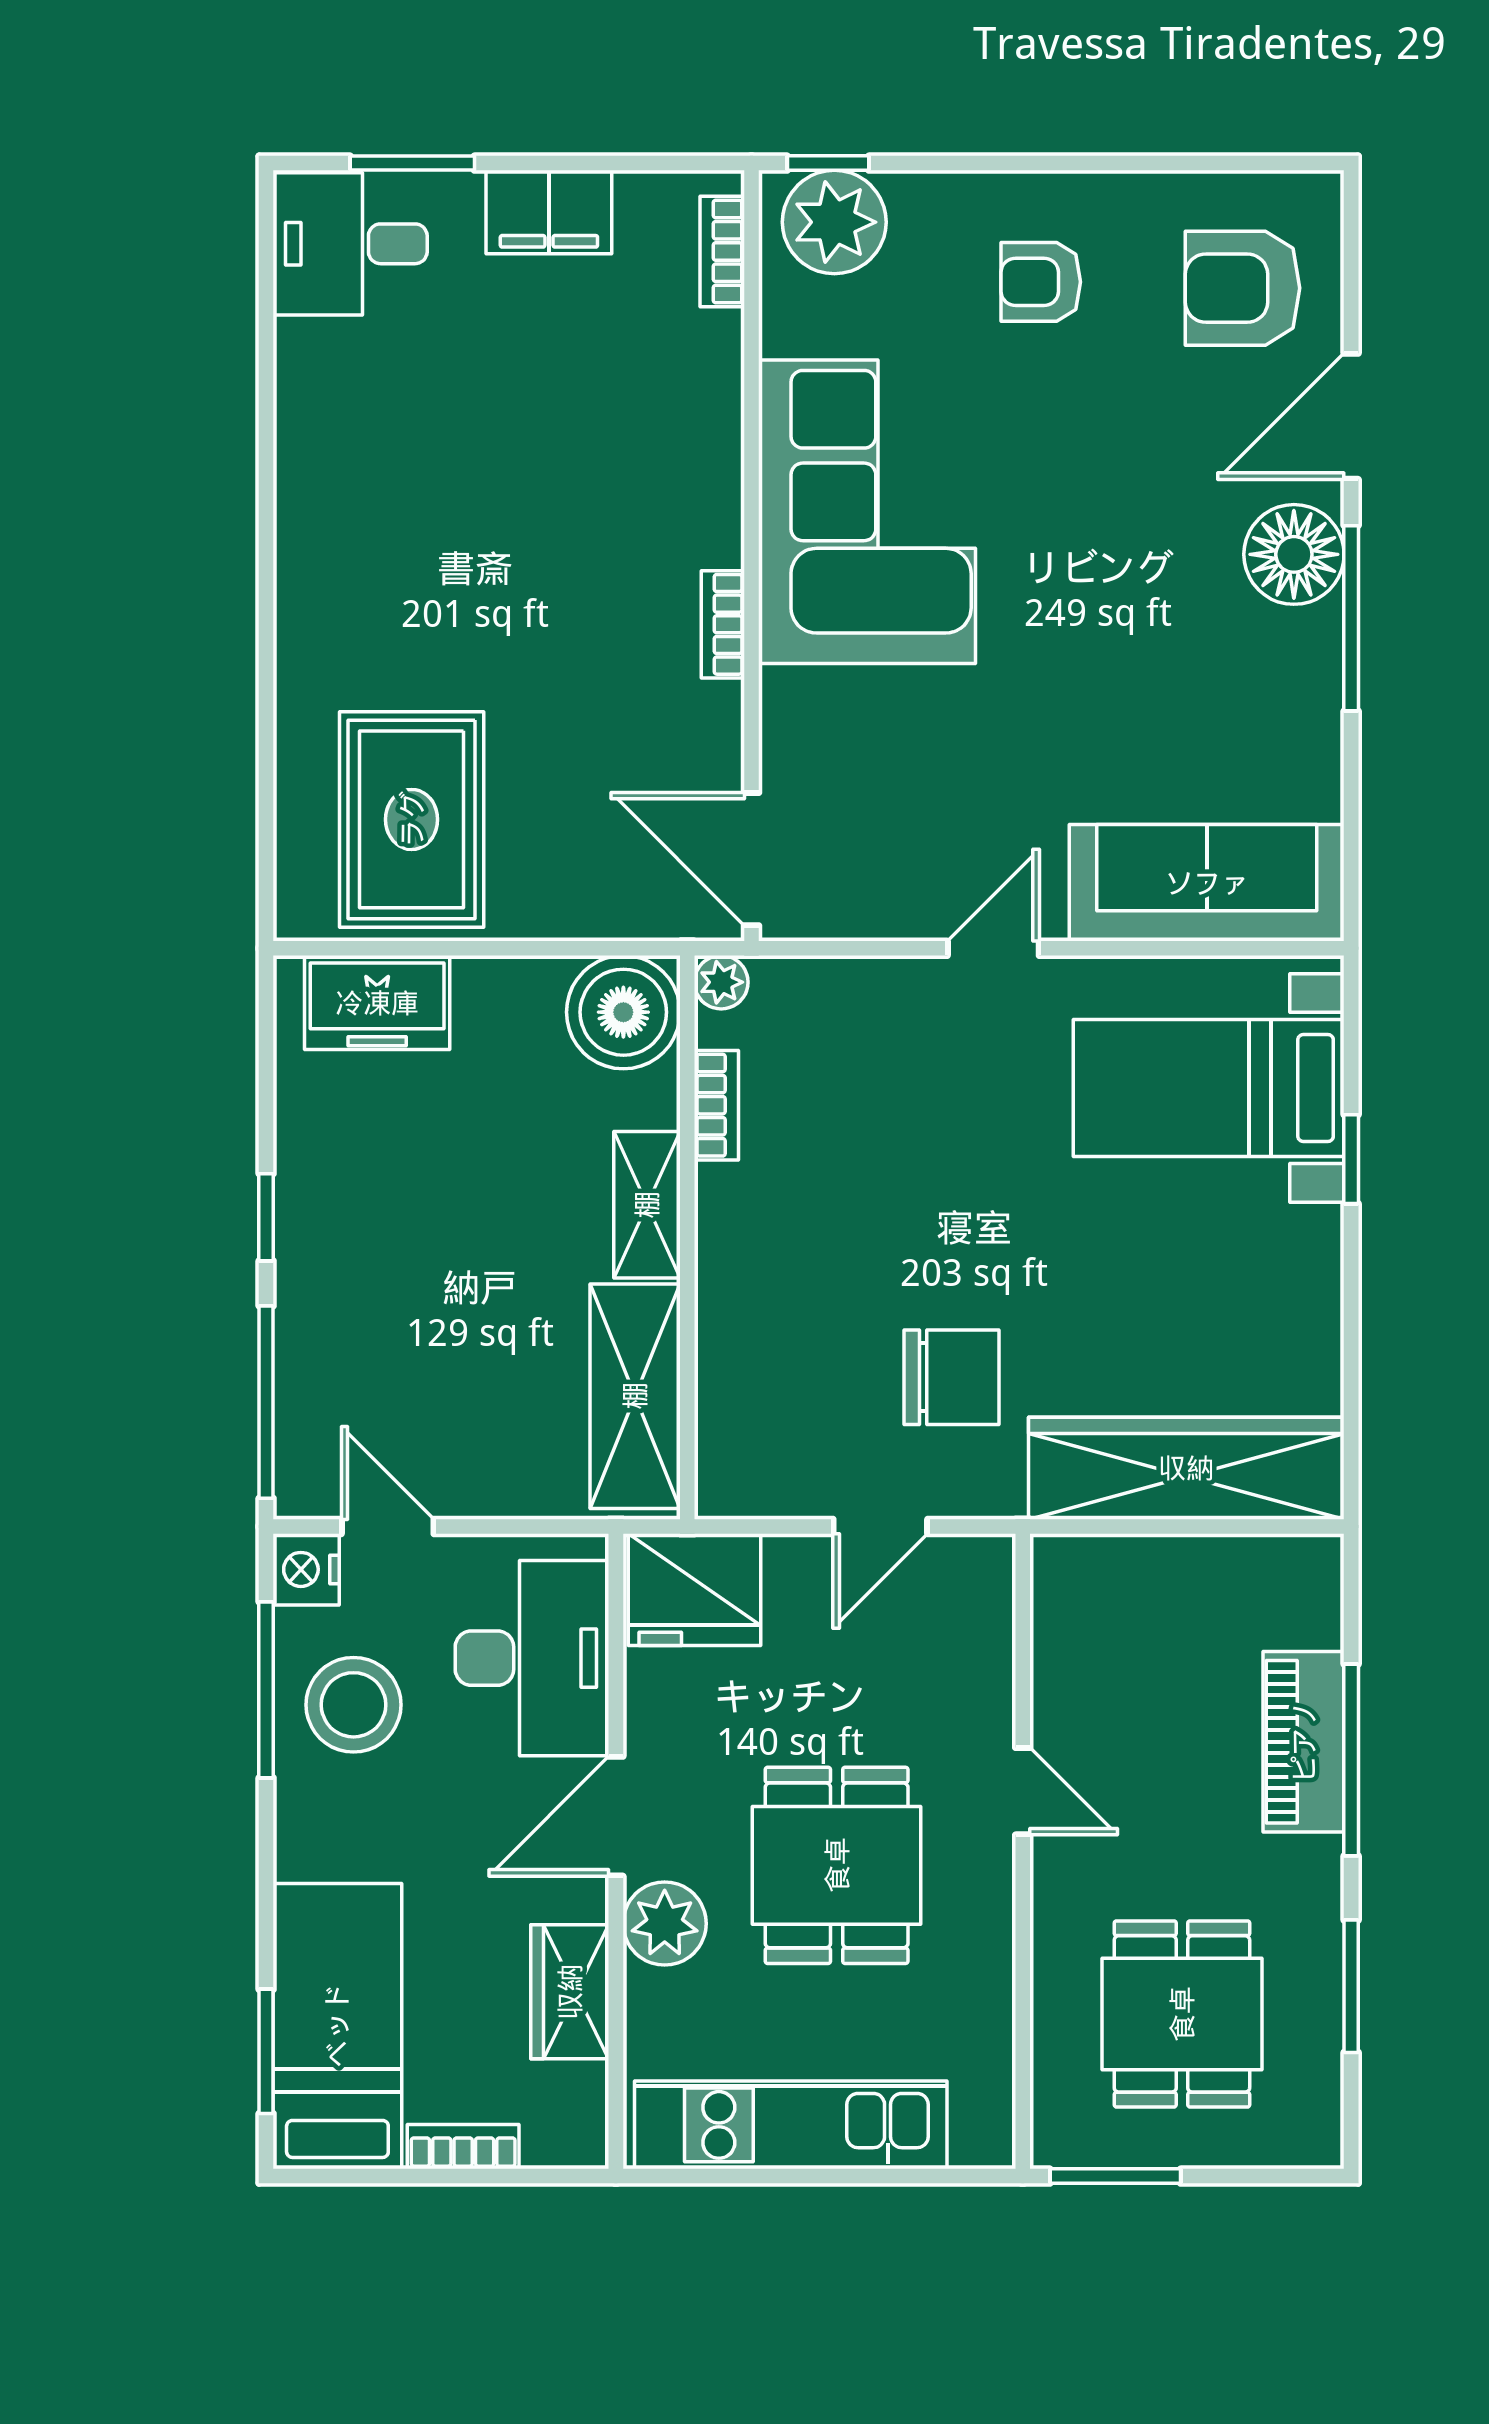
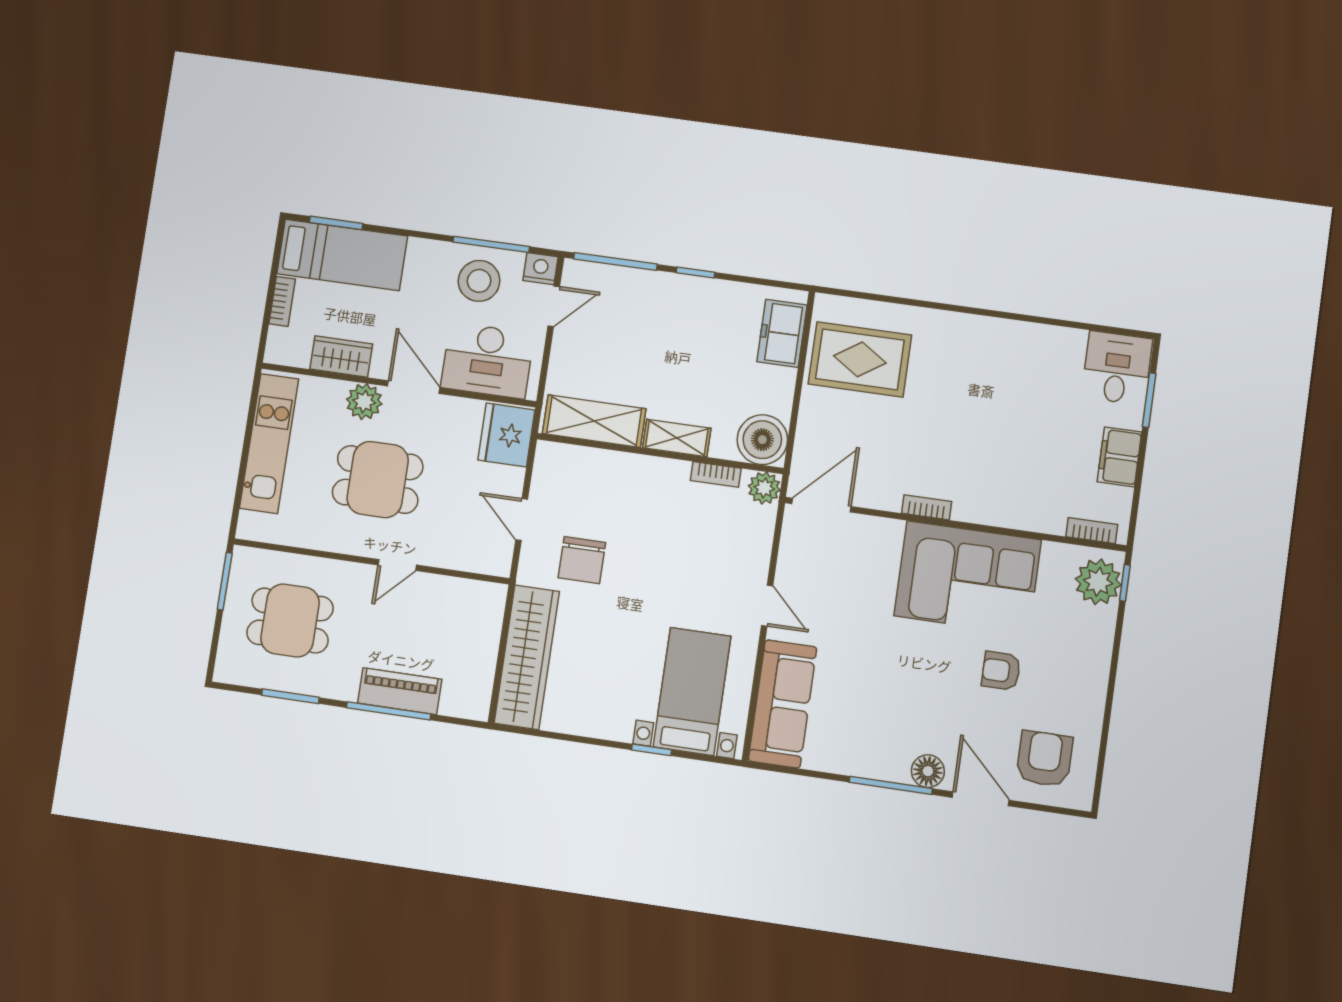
armchair: (1041, 282) -> (1001, 671), moved, turned -90
floor lamp: (1294, 554) -> (928, 771), width x0.73, depth x0.73
plant: (721, 982) -> (764, 488), width x1.38, depth x1.38

